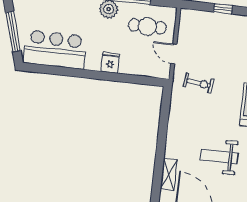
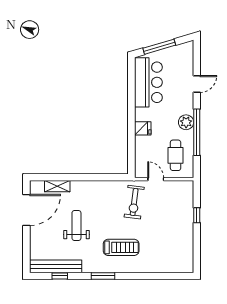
door: (174, 54) -> (156, 179), hinge flipped
exercise bike: (199, 83) -> (134, 202), width x1.38, depth x1.39

